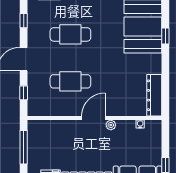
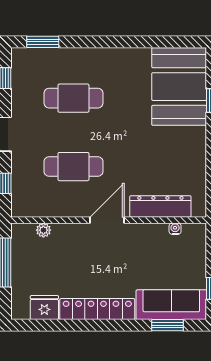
dresser: (154, 95) -> (160, 206), moved, turned 90
plant: (111, 125) -> (43, 230), moved

